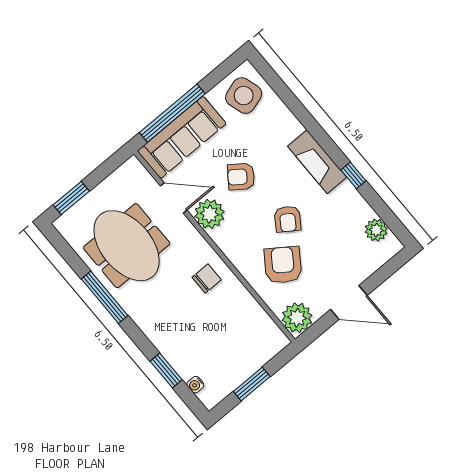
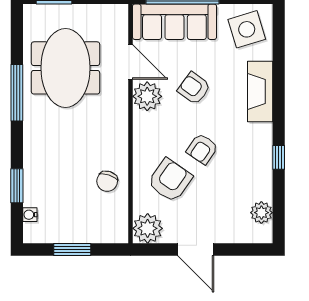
fireplace: (317, 162) -> (260, 92), moved
chair: (207, 278) -> (107, 181), moved, turned 108

